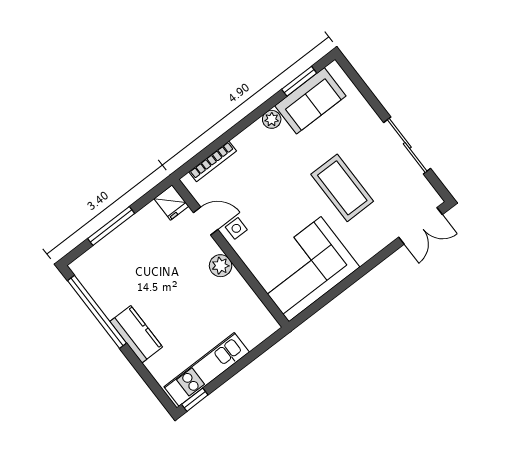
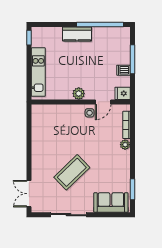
sofa: (310, 101) -> (111, 202), moved, turned 90
plant: (272, 119) -> (125, 145), moved
coffee table: (342, 188) -> (72, 172), turned -44
dishwasher: (137, 227) -> (123, 70), added
corner sofa: (305, 269) -> (49, 129), removed
kitchen unit: (207, 369) -> (38, 72), moved

